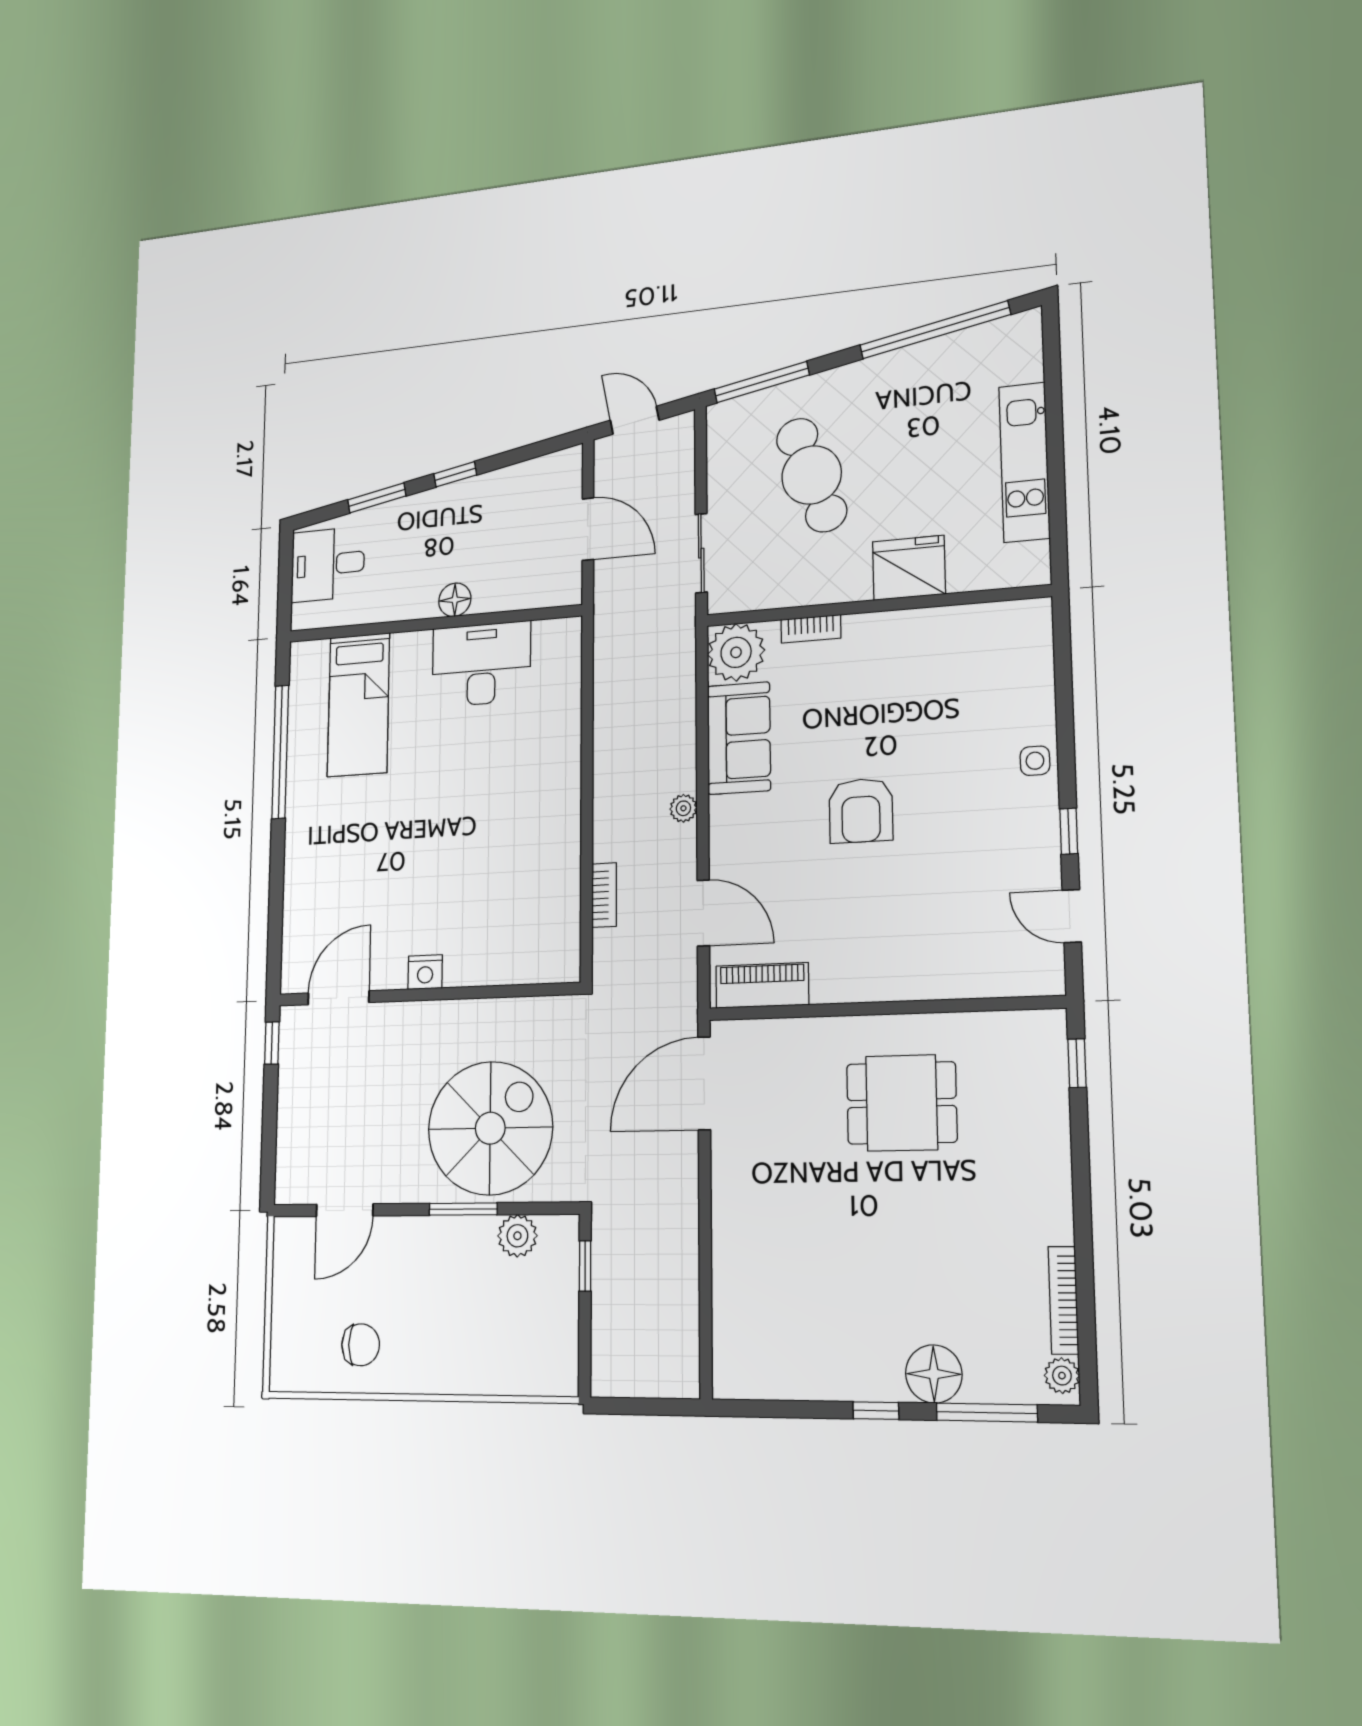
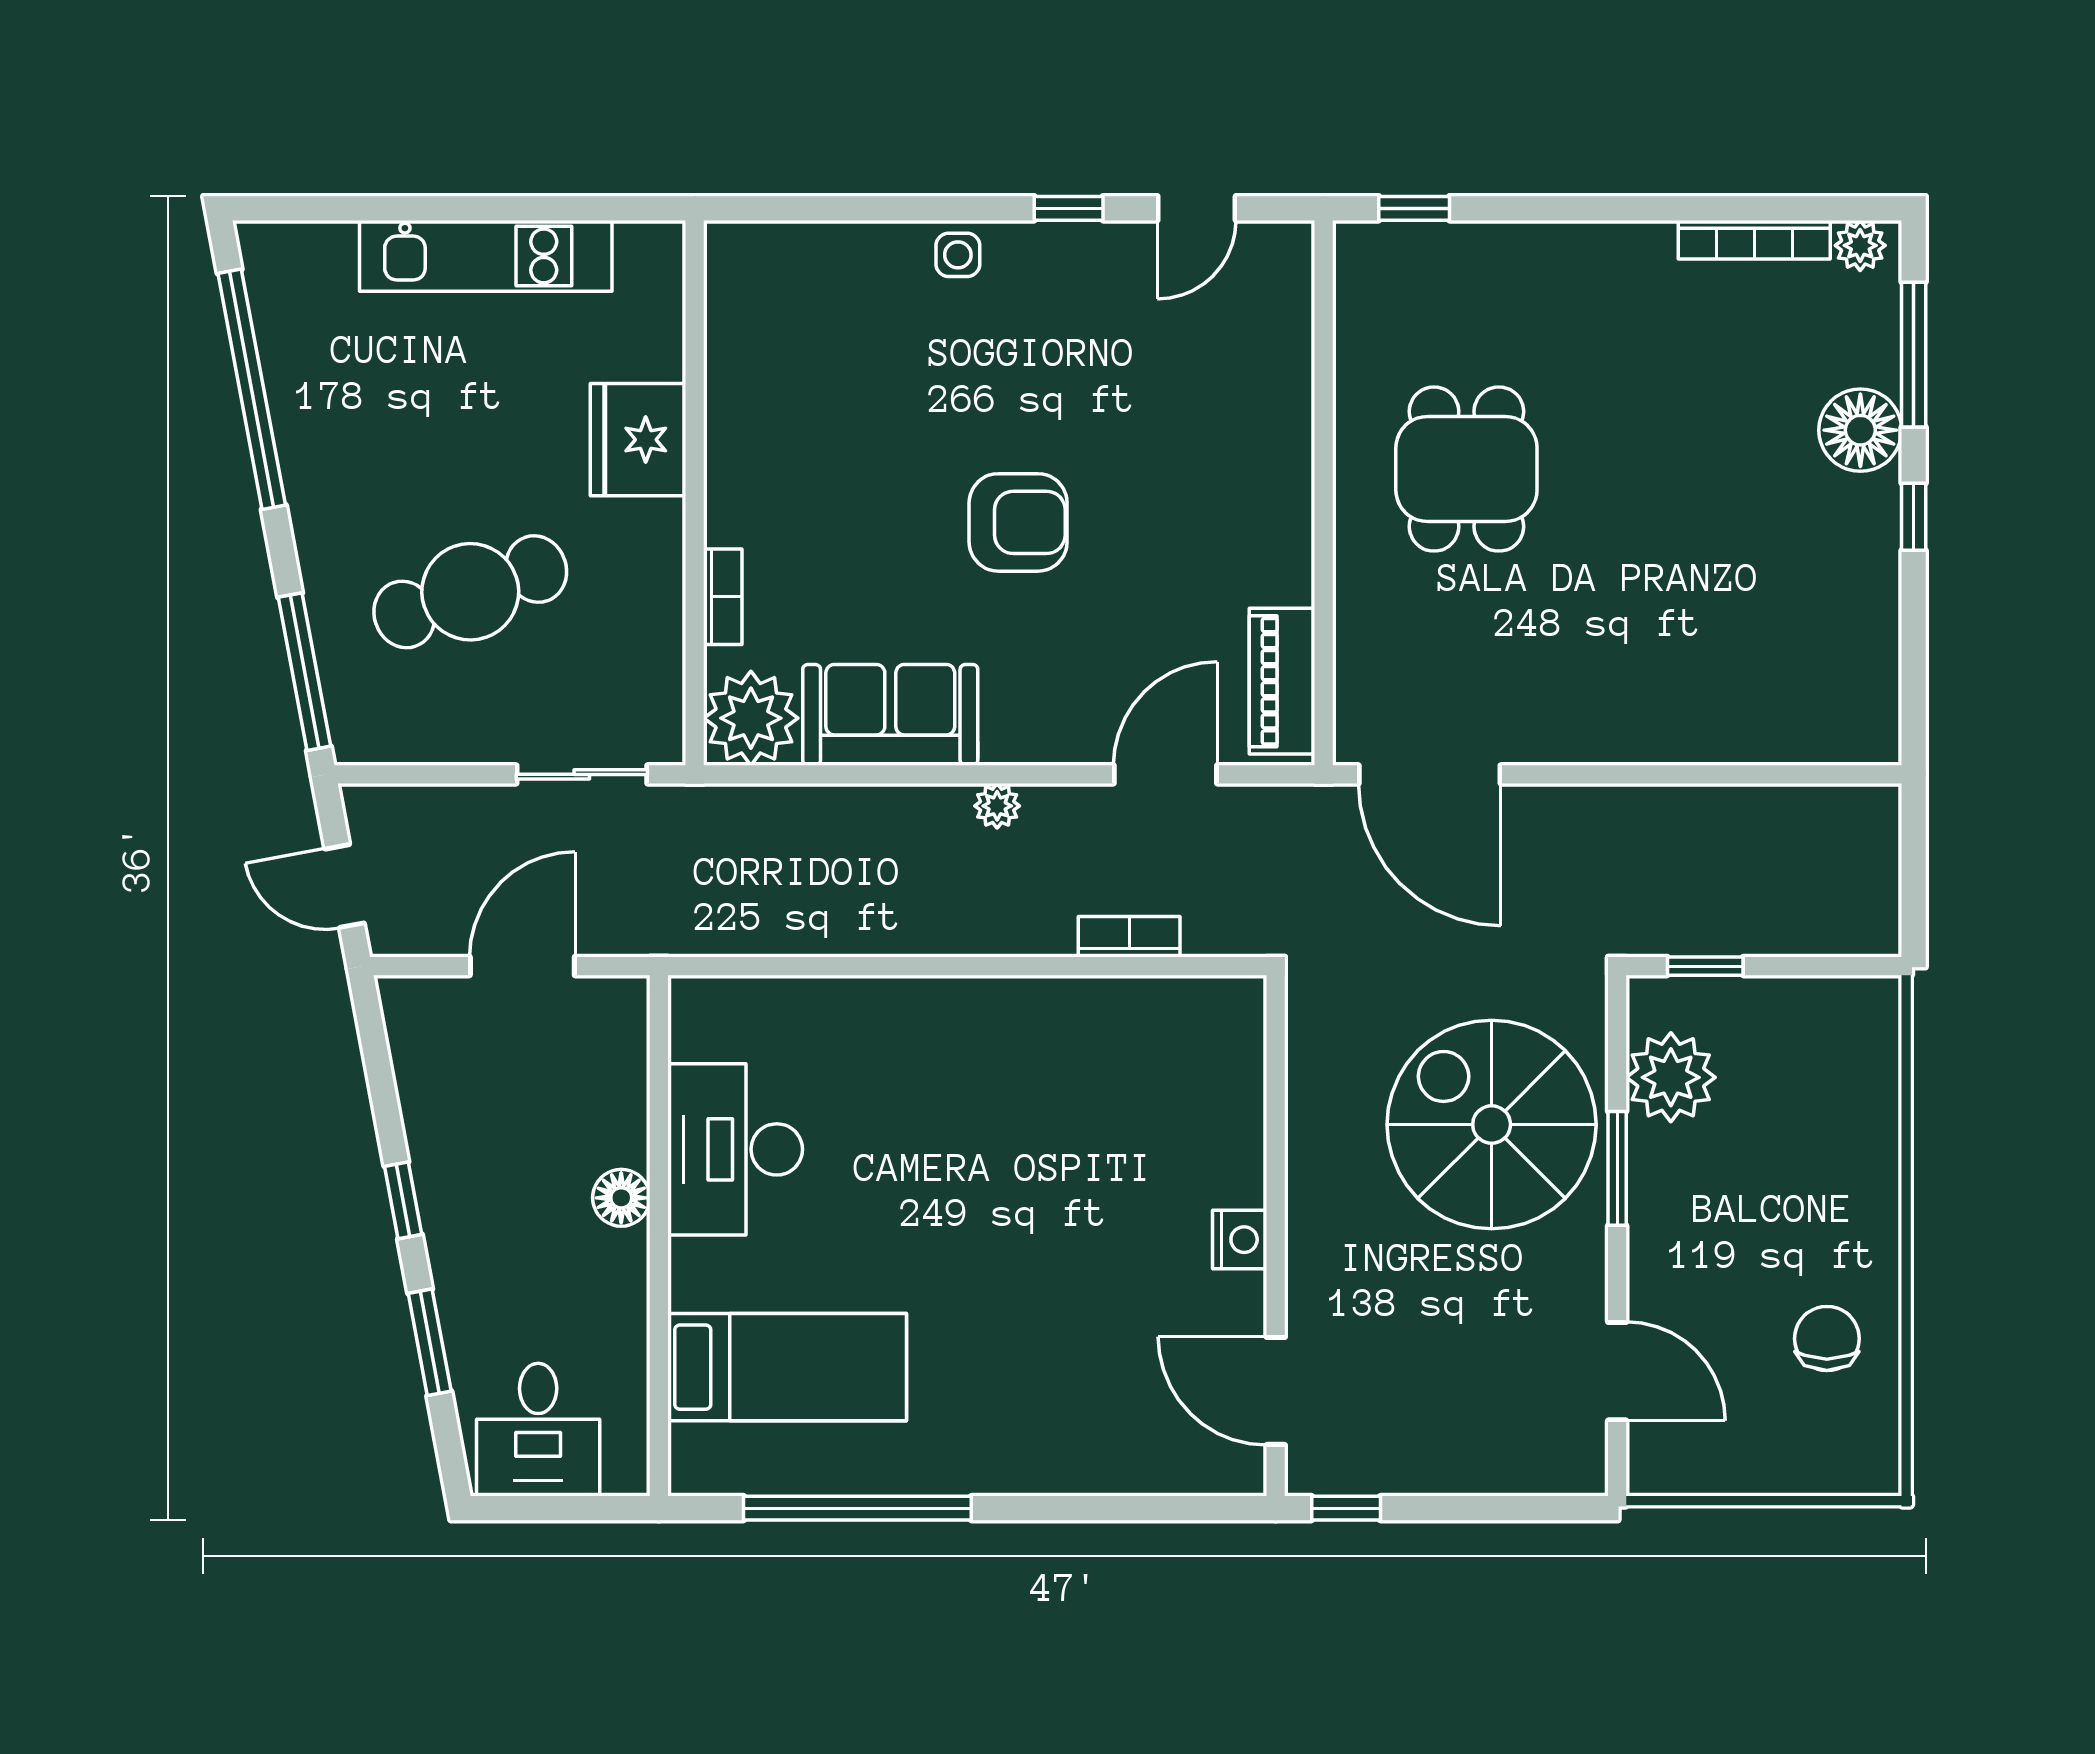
door: (635, 420) -> (344, 886), hinge flipped
plant: (517, 1236) -> (1671, 1077), width x1.36, depth x1.36

